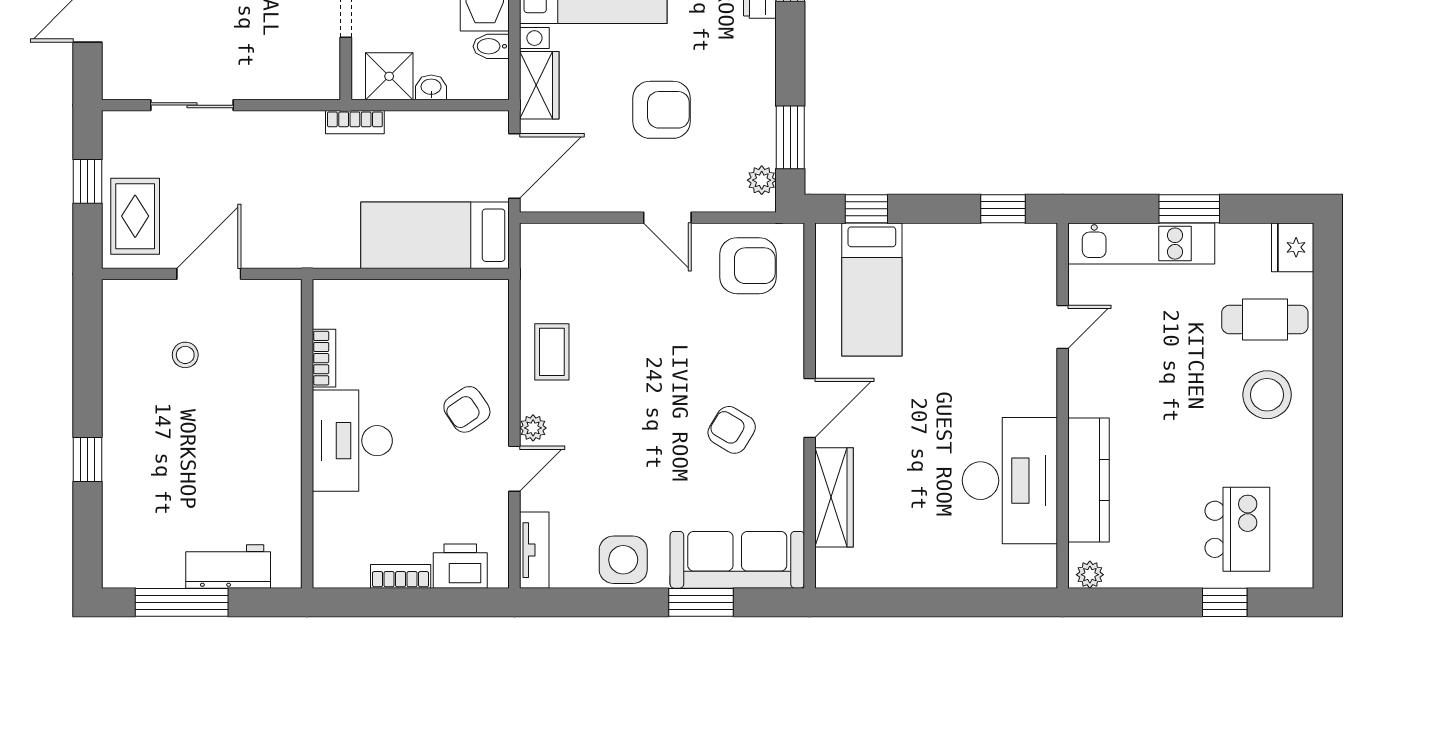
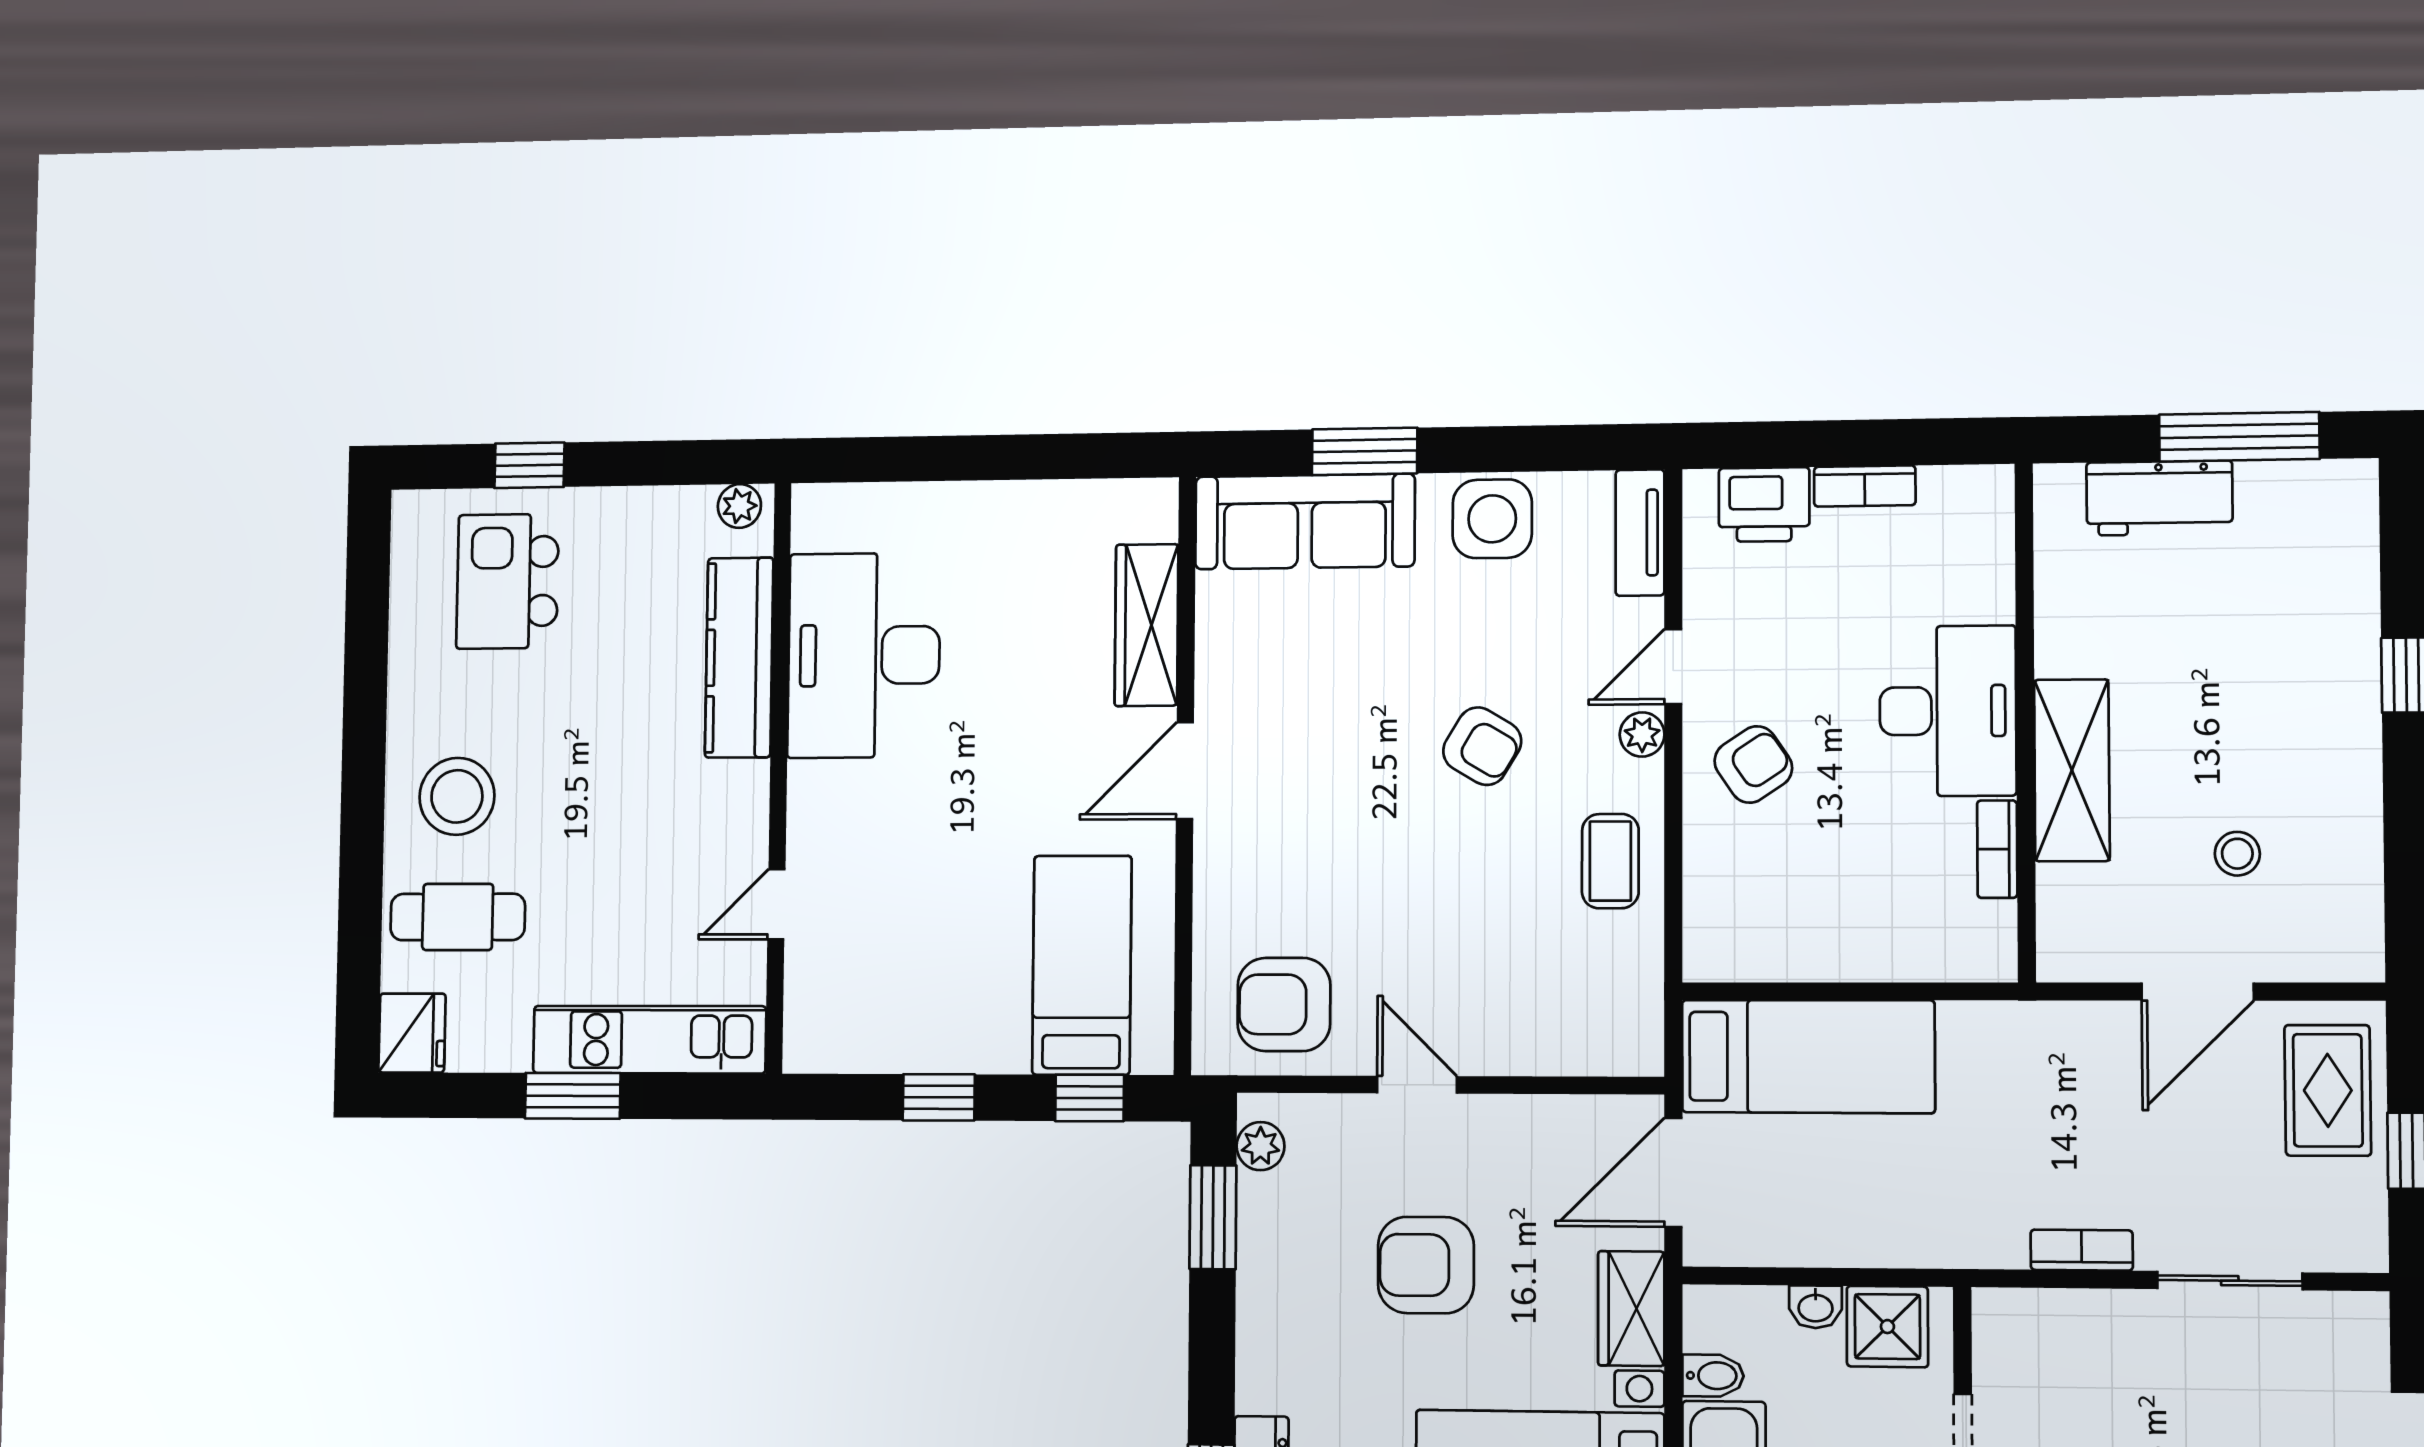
bookcase: (355, 122) -> (2082, 1250), moved
window: (1003, 209) -> (939, 1097), moved
shelving: (280, 405) -> (2072, 770), added
armchair: (732, 430) -> (1482, 746), moved

